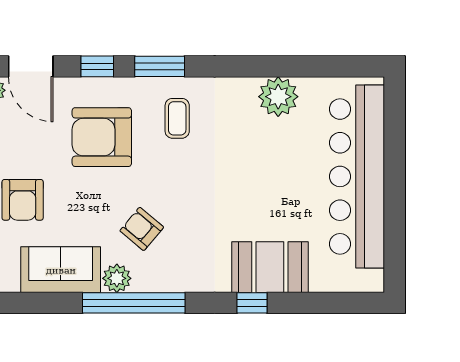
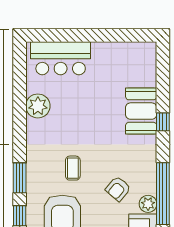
coffee table: (177, 118) -> (73, 168), moved, turned 90
bar counter: (357, 176) -> (61, 58), width x0.54

